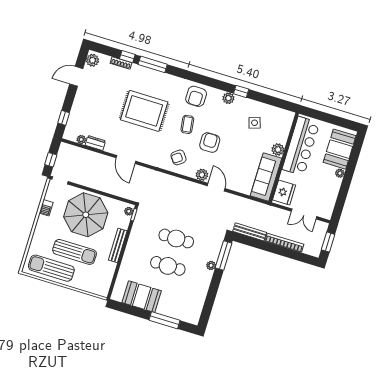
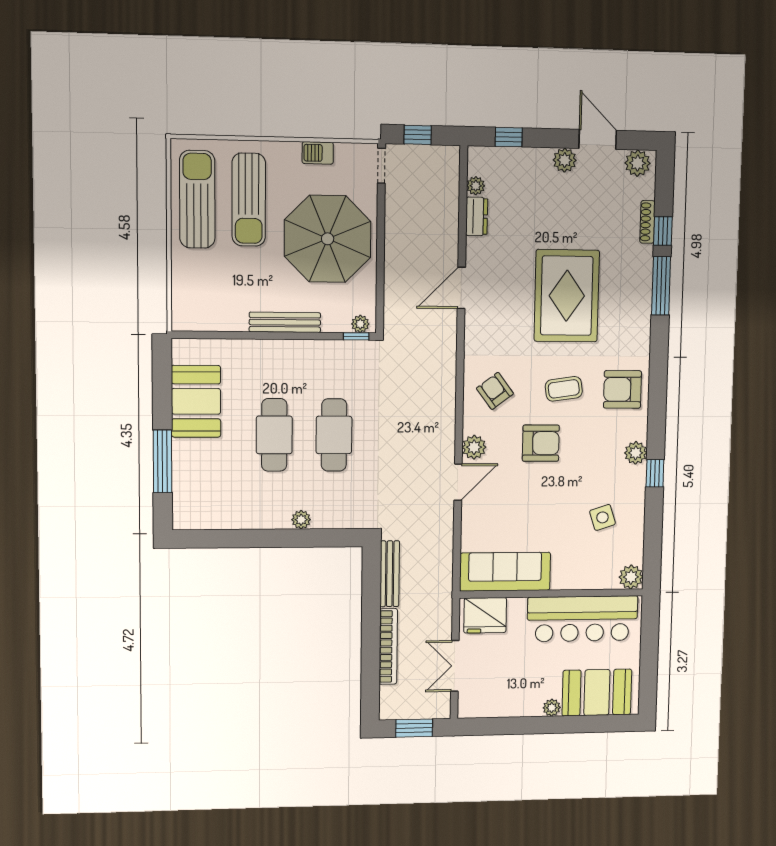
plant: (81, 95) -> (565, 160), added
plant: (278, 150) -> (631, 577), moved
sun lounger: (75, 252) -> (249, 200), moved
window: (224, 255) -> (328, 538), removed

